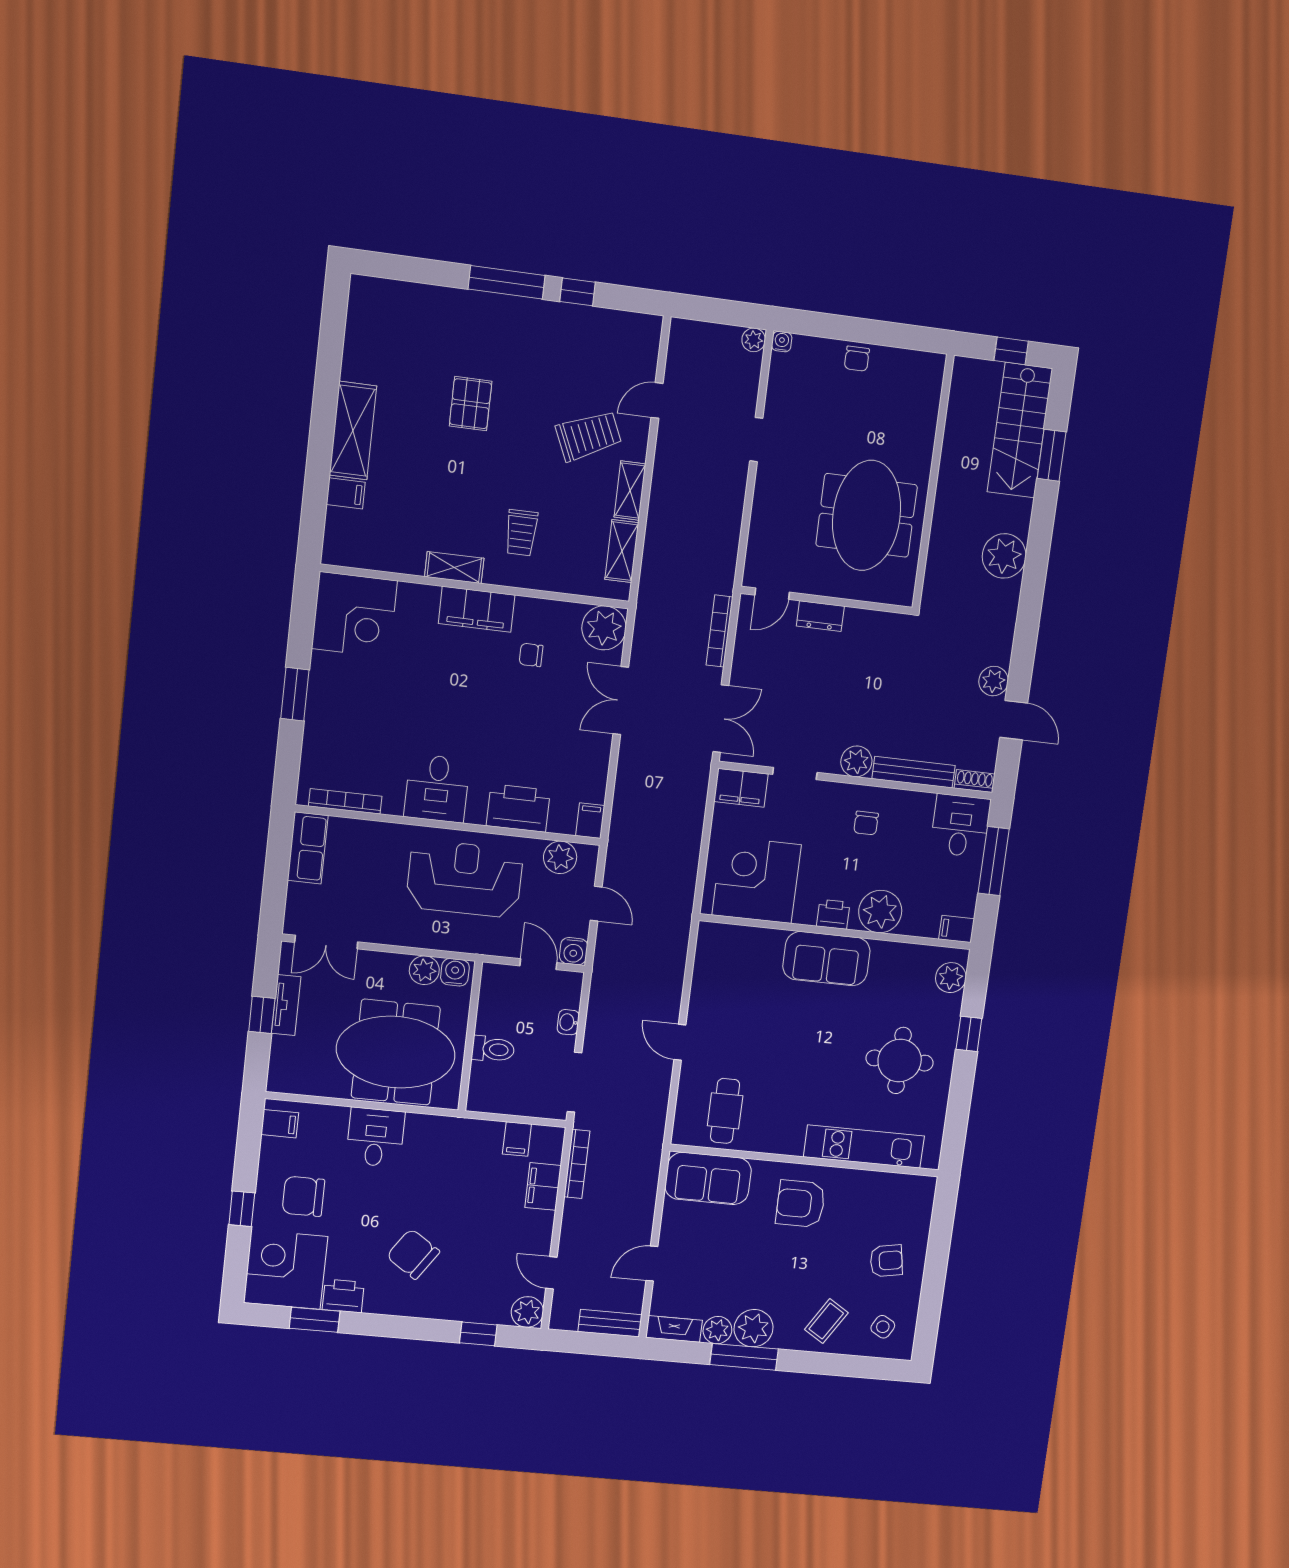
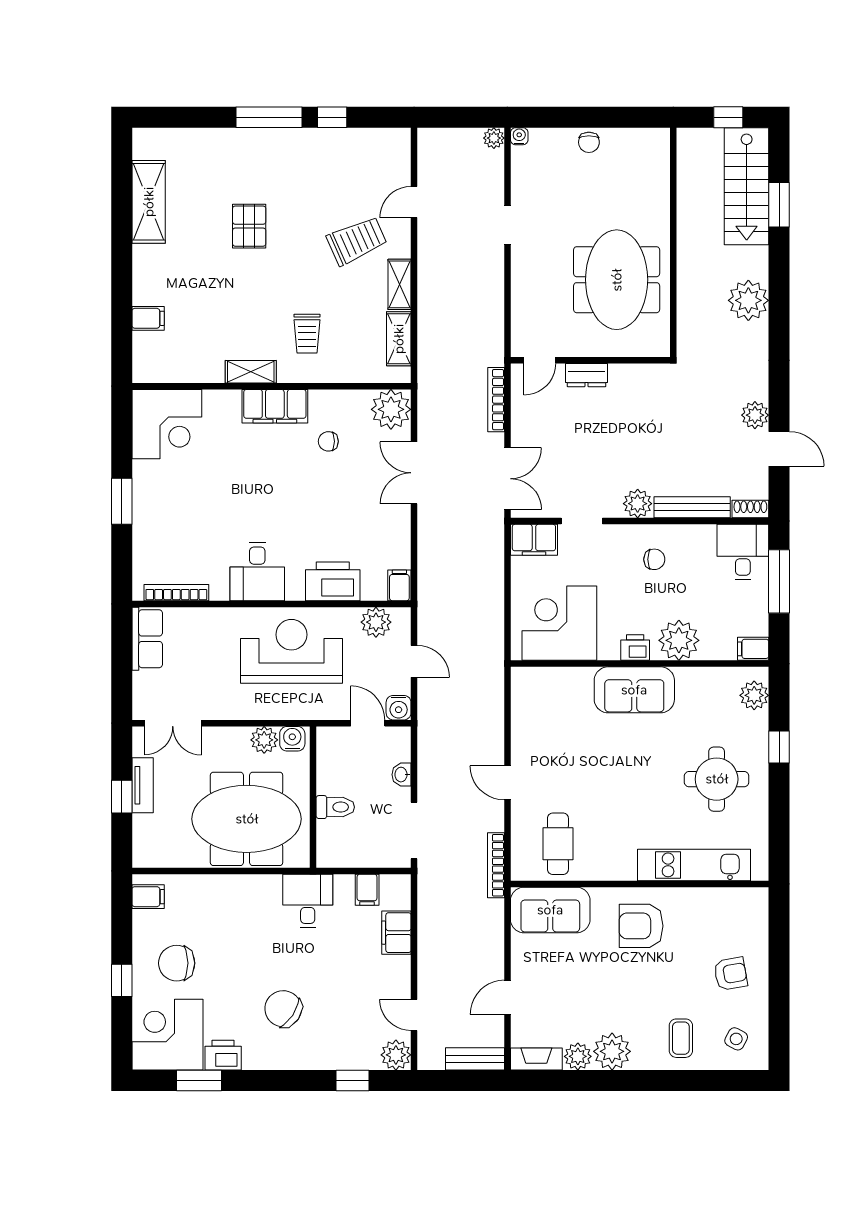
shelving: (353, 431) -> (149, 202), moved
chair: (866, 823) -> (654, 559), turned -90
desk: (375, 1137) -> (308, 901), moved
bookcase: (577, 1164) -> (496, 865), moved, turned 180
coffee table: (826, 1321) -> (681, 1038), turned -32
window: (744, 1357) -> (607, 1080), removed

